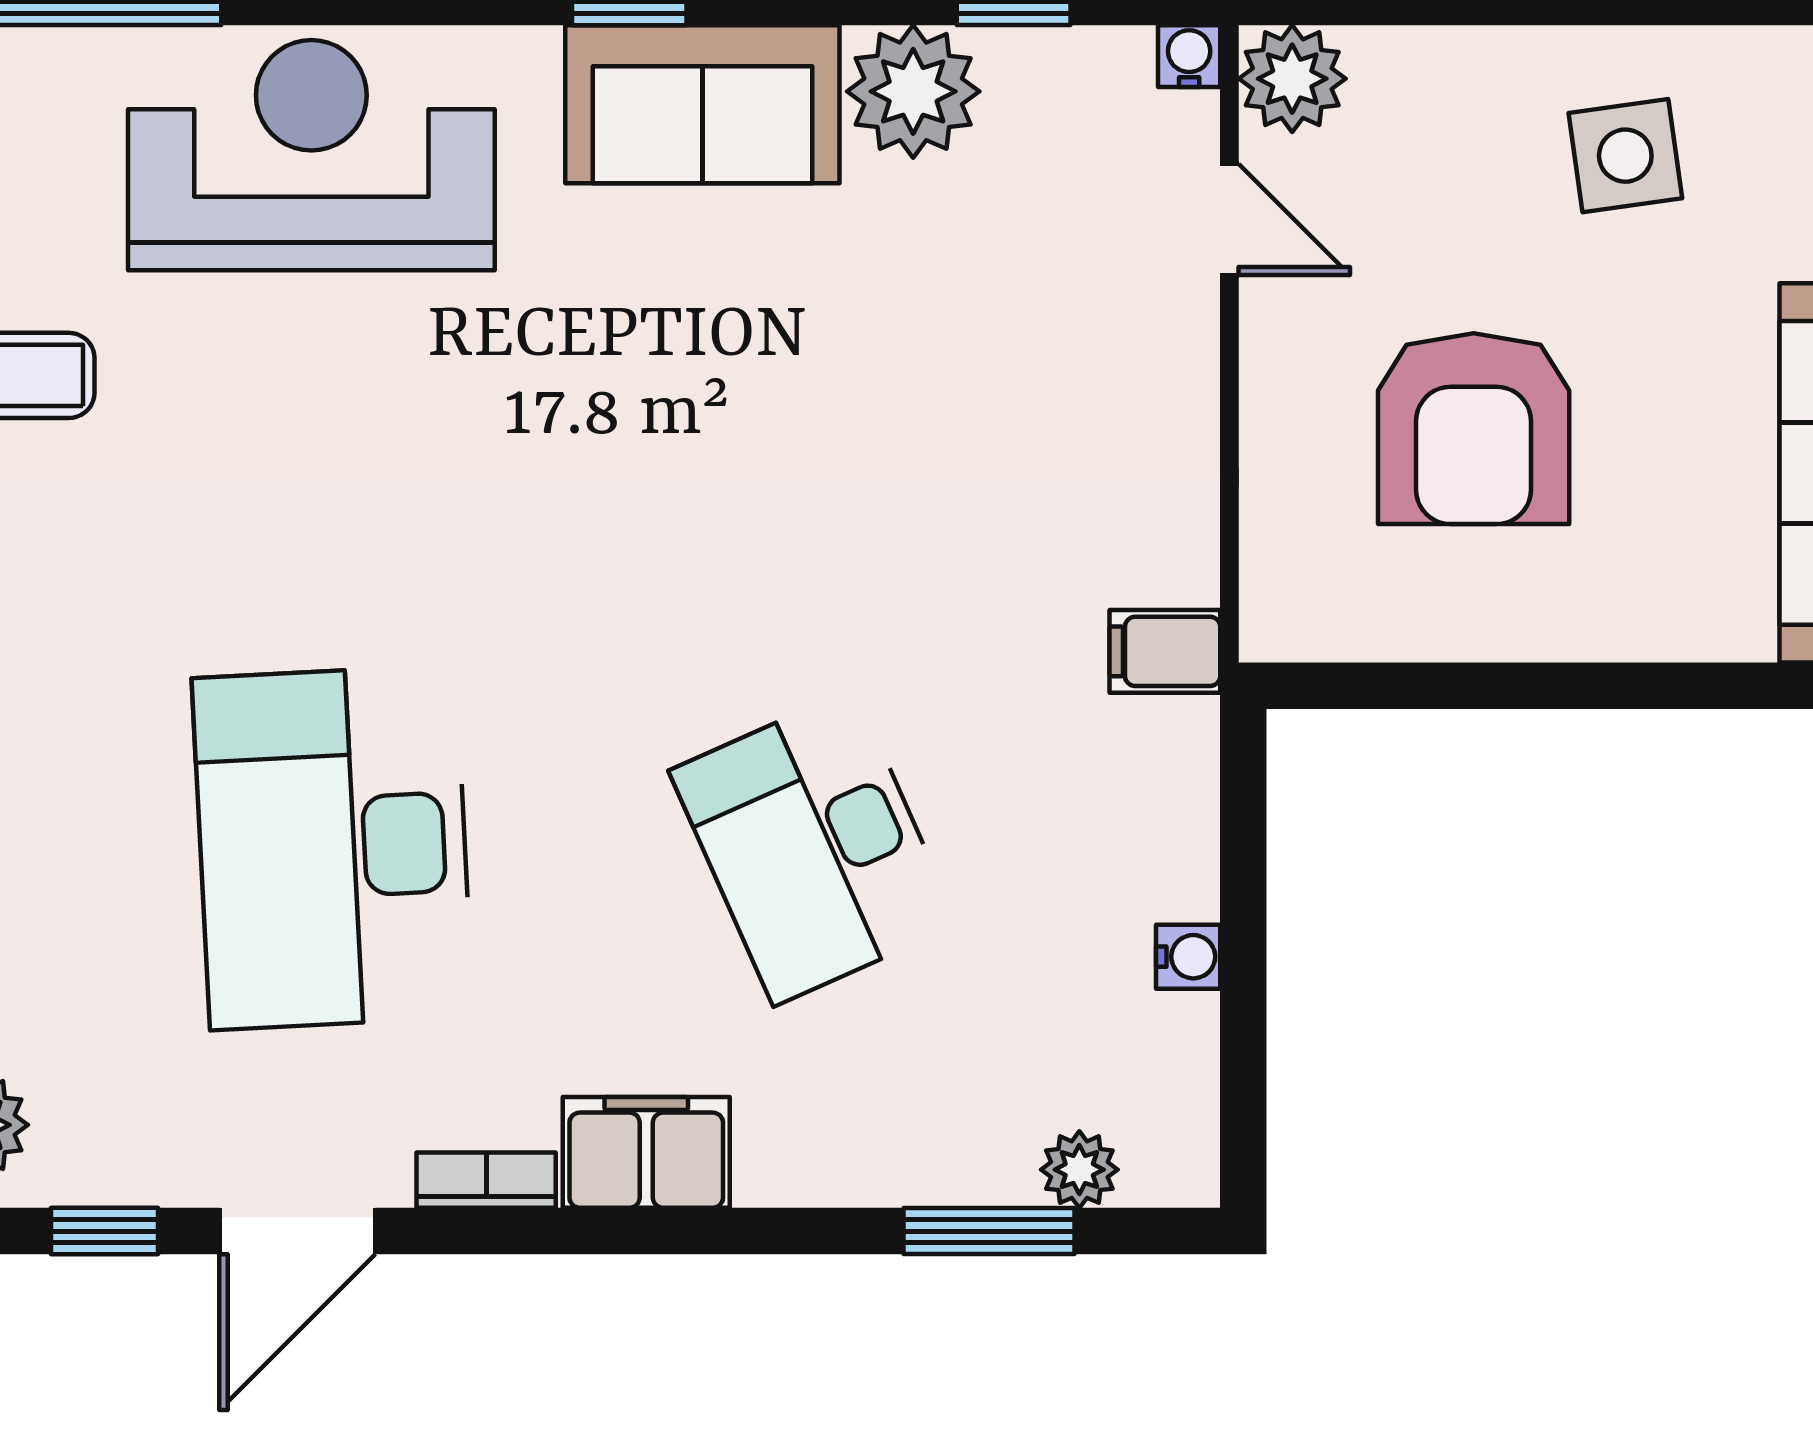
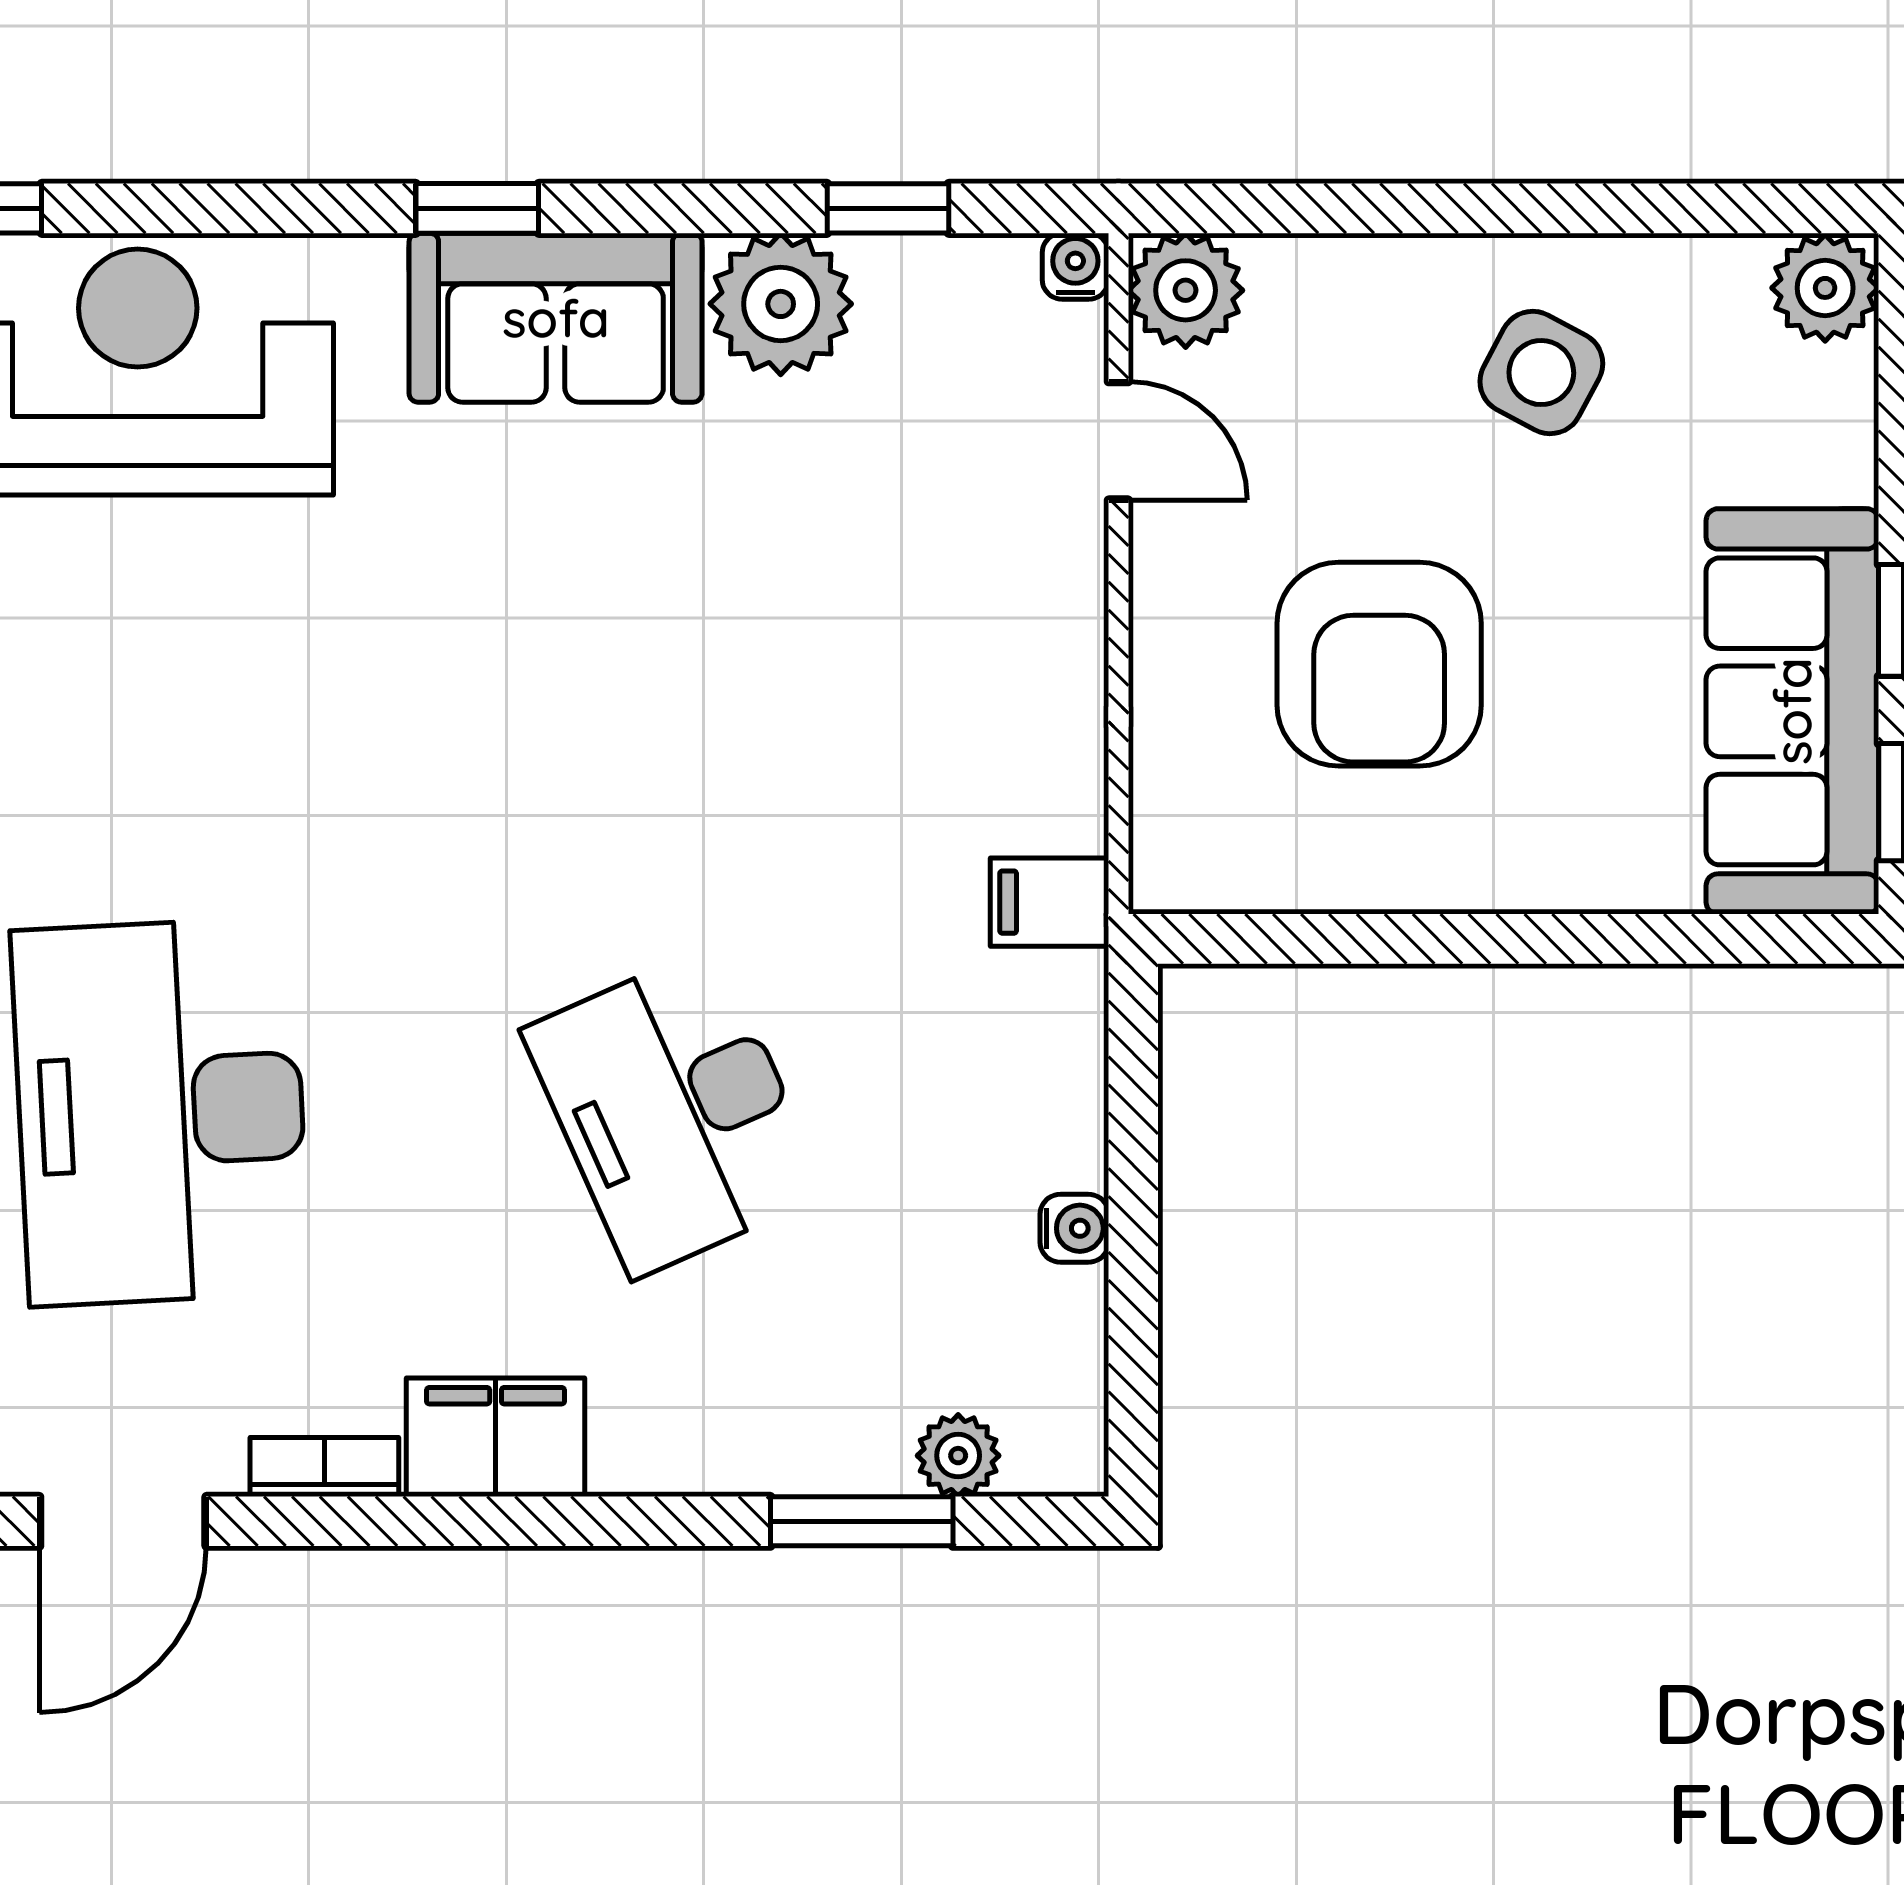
side table: (1625, 156) -> (1541, 373), turned 36

